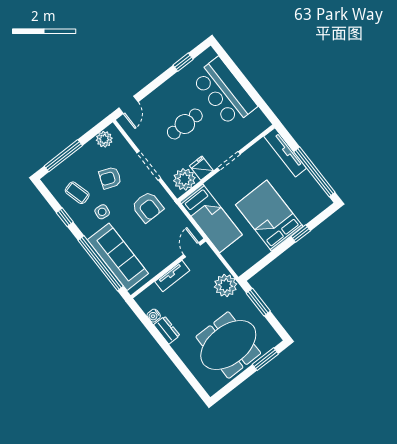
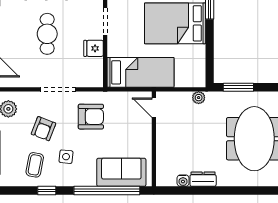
plant: (184, 179) -> (92, 69), removed
coffee table: (77, 193) -> (35, 165), turned -64
sofa: (118, 257) -> (121, 172), width x0.73
tv unit: (172, 276) -> (163, 140), removed
plant: (226, 285) -> (199, 98), width x0.53, depth x0.53

